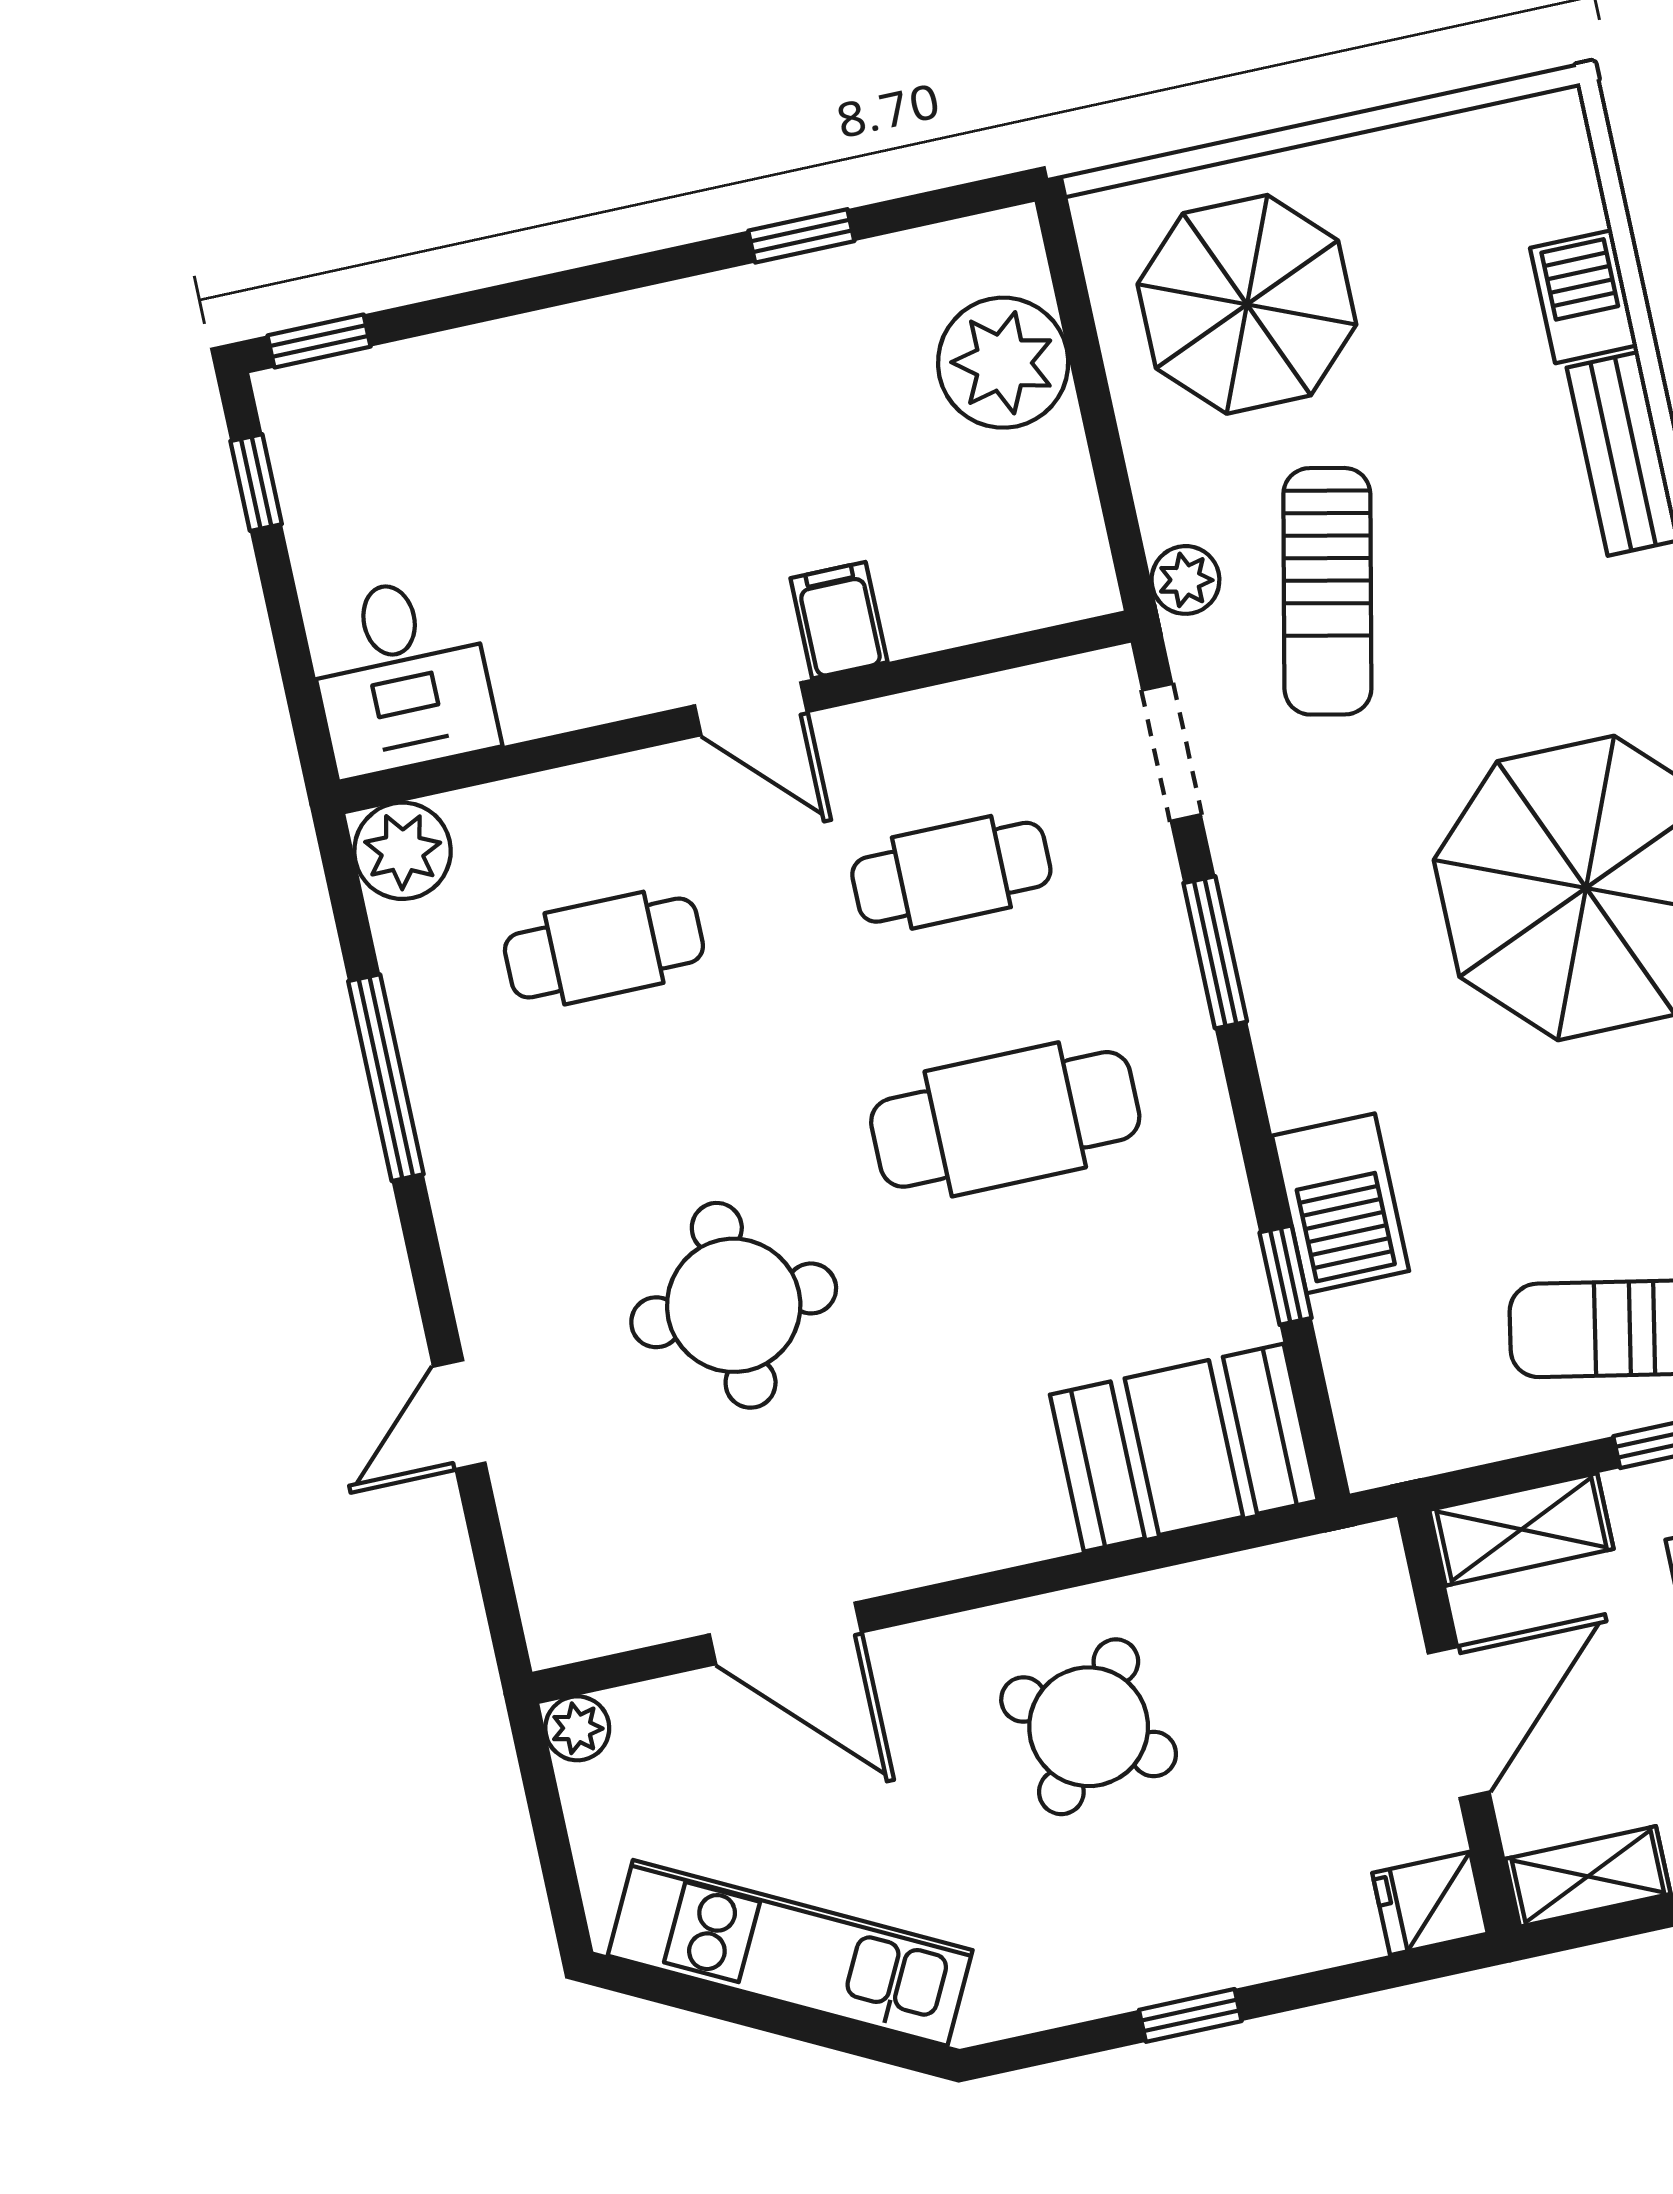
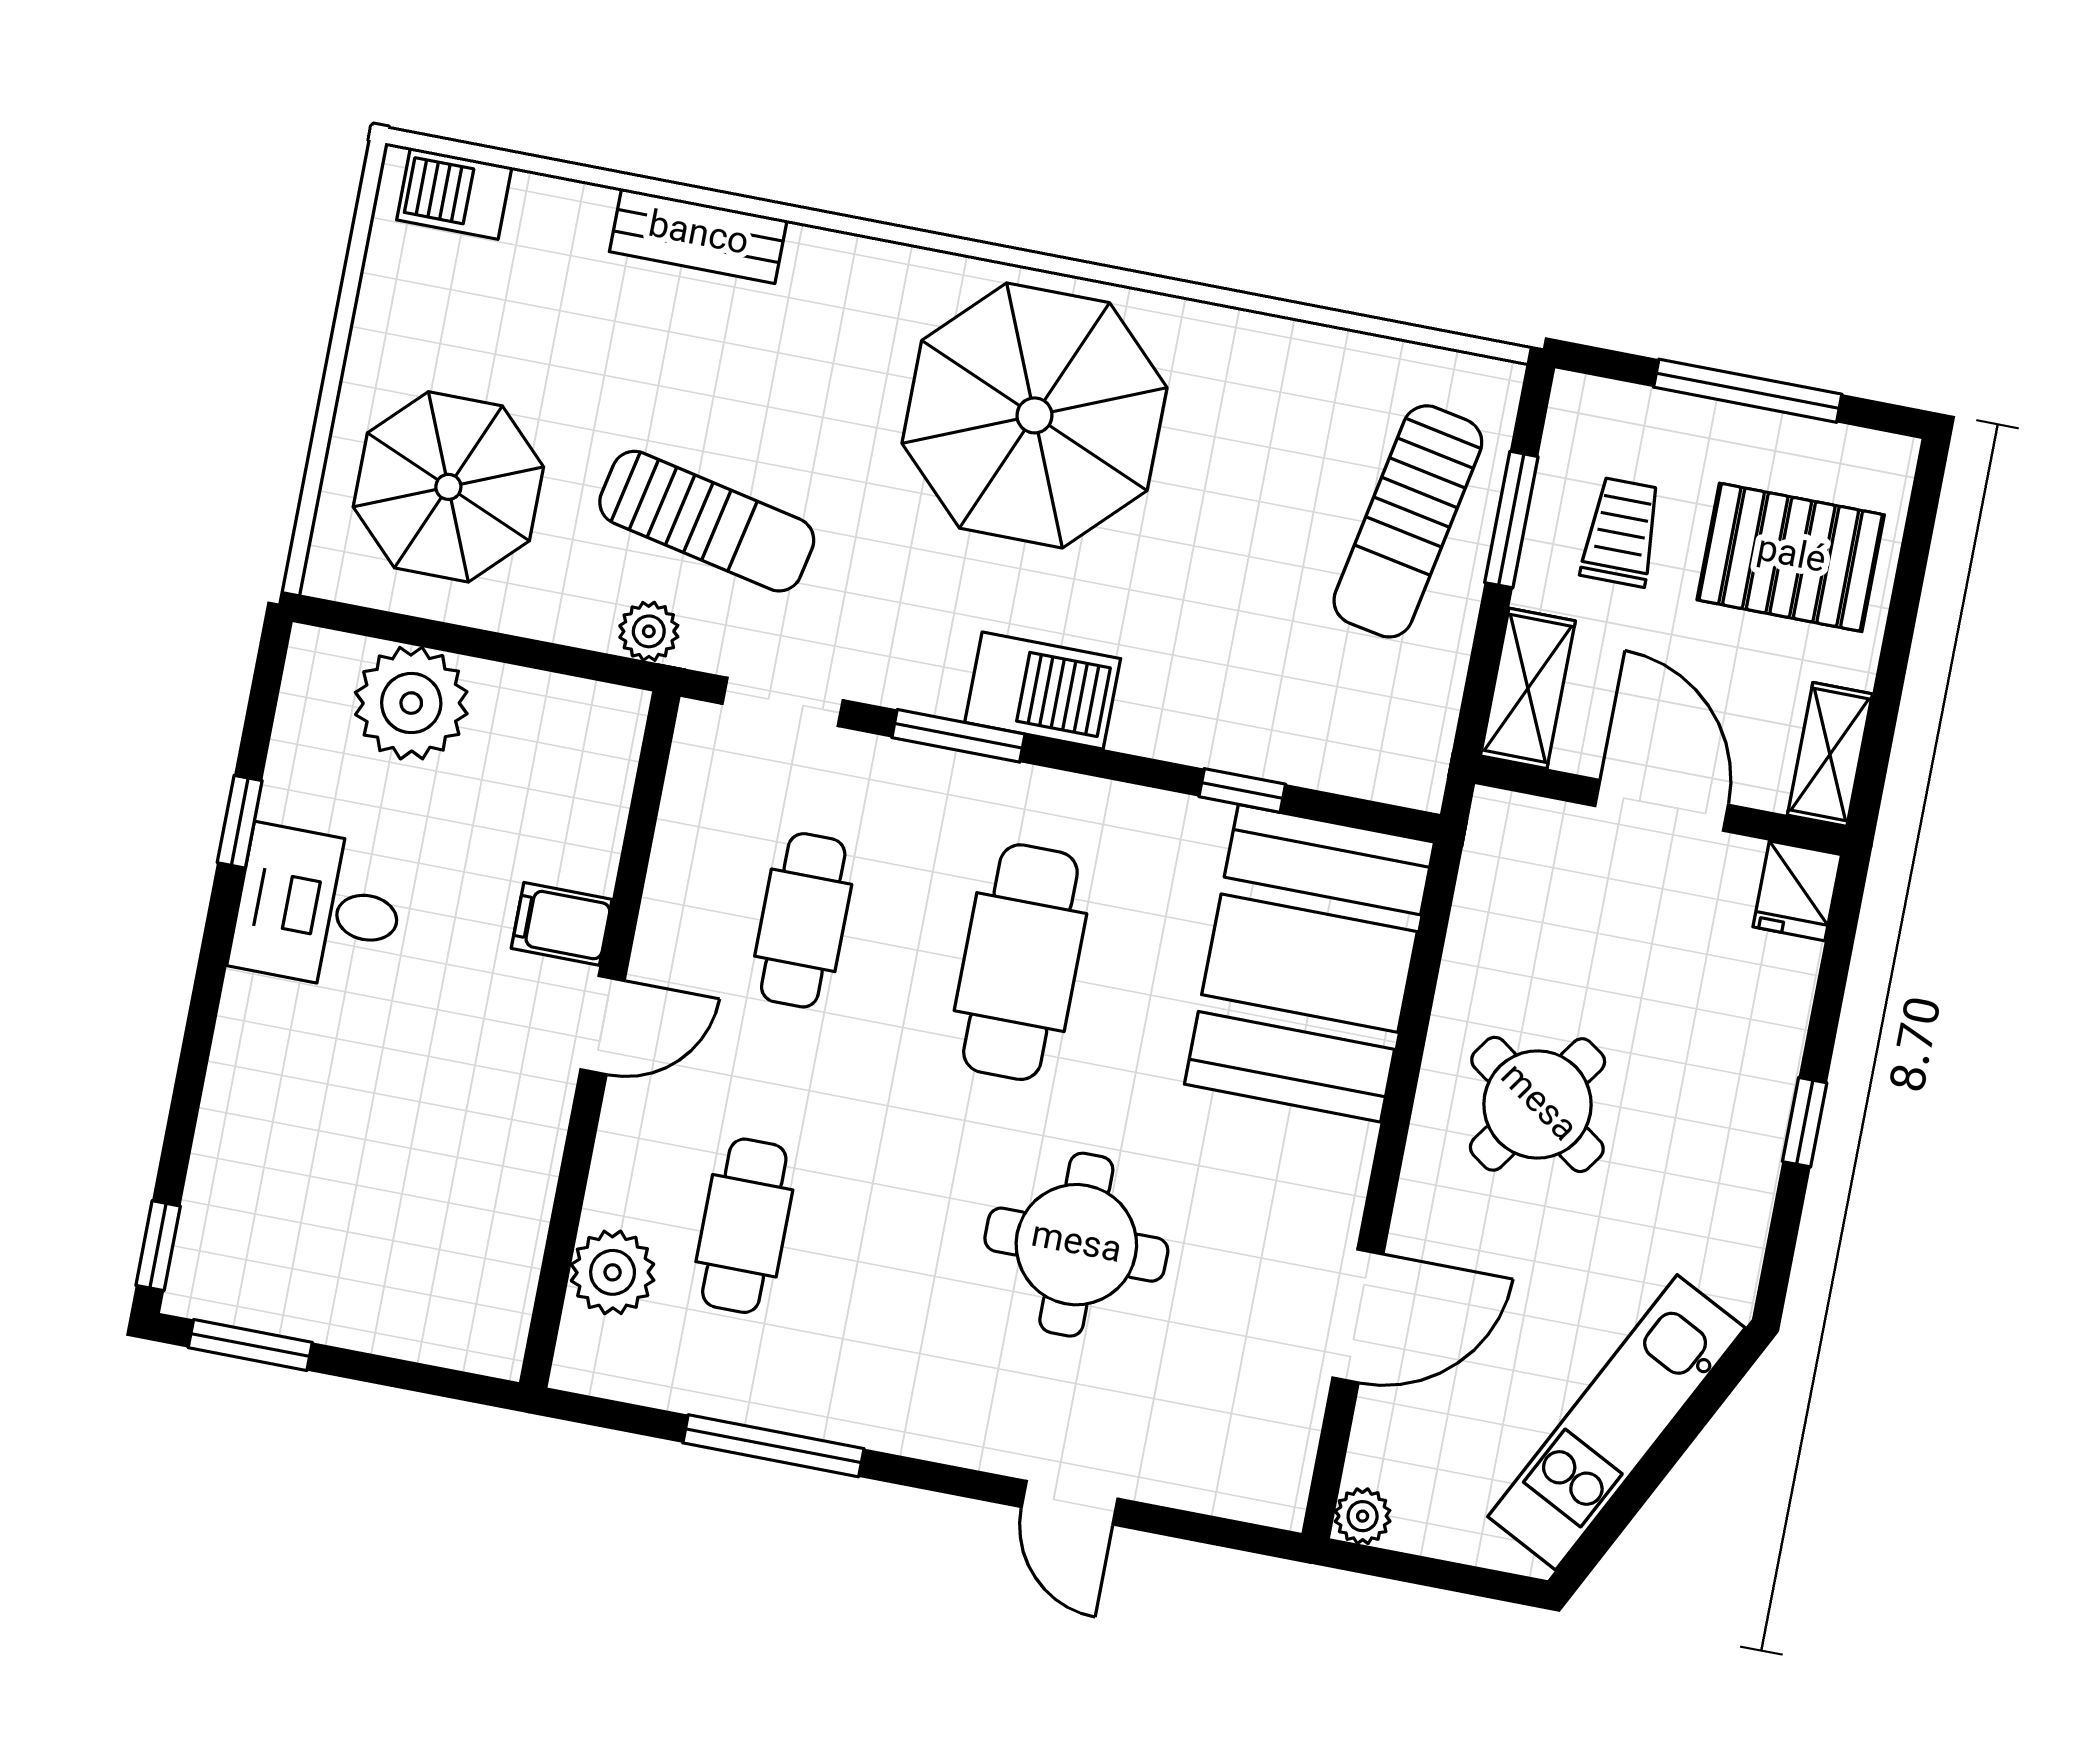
barbecue: (1584, 297) -> (454, 194), moved
window: (256, 483) -> (250, 1345), width x1.50
desk: (401, 675) -> (318, 908), moved, turned 180
plant: (403, 851) -> (613, 1272), moved
barbecue: (1341, 1203) -> (1043, 690), moved
booth: (1184, 1448) -> (1309, 963), width x1.36, depth x1.42

